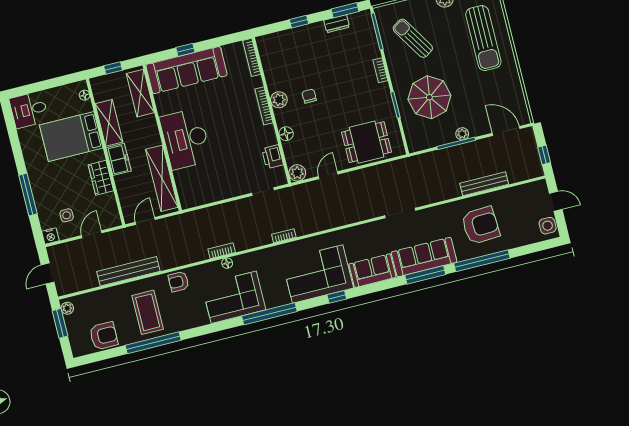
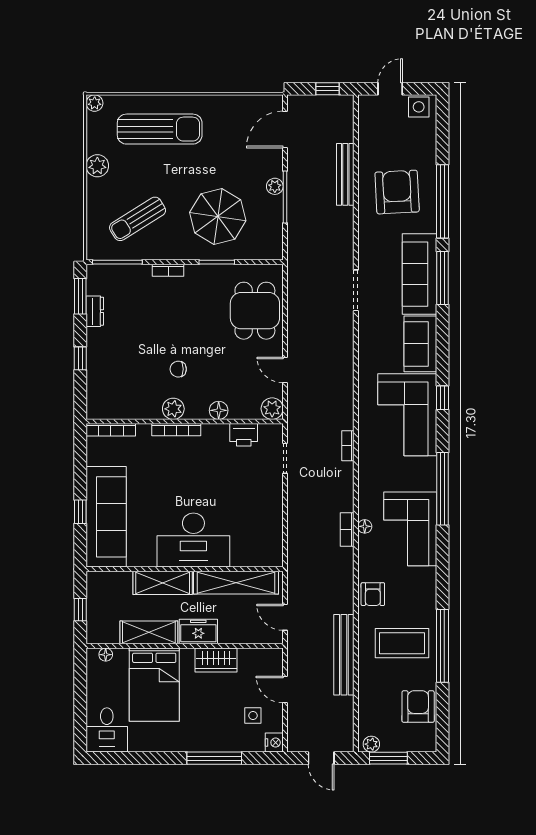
shelving: (140, 93) -> (163, 583), moved

